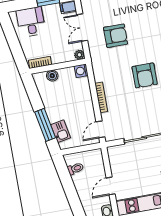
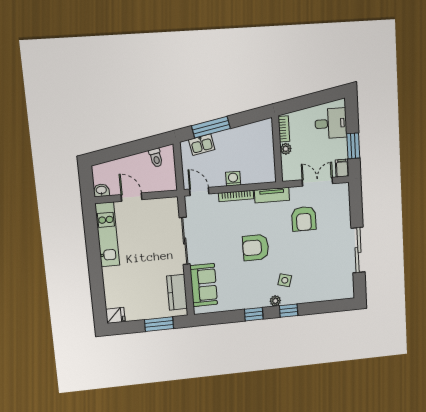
plant: (79, 55) -> (286, 149), moved
tv unit: (98, 66) -> (272, 195), added
washing machine: (81, 71) -> (233, 179), moved
boiler: (52, 76) -> (267, 142), removed

